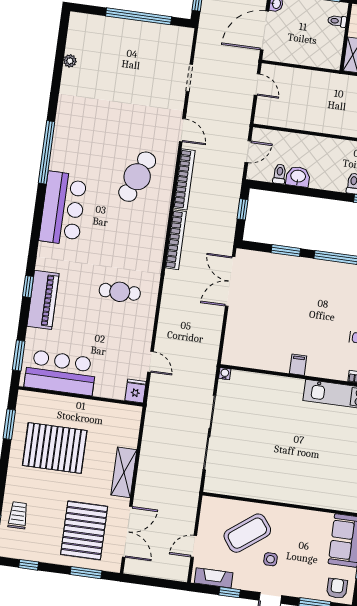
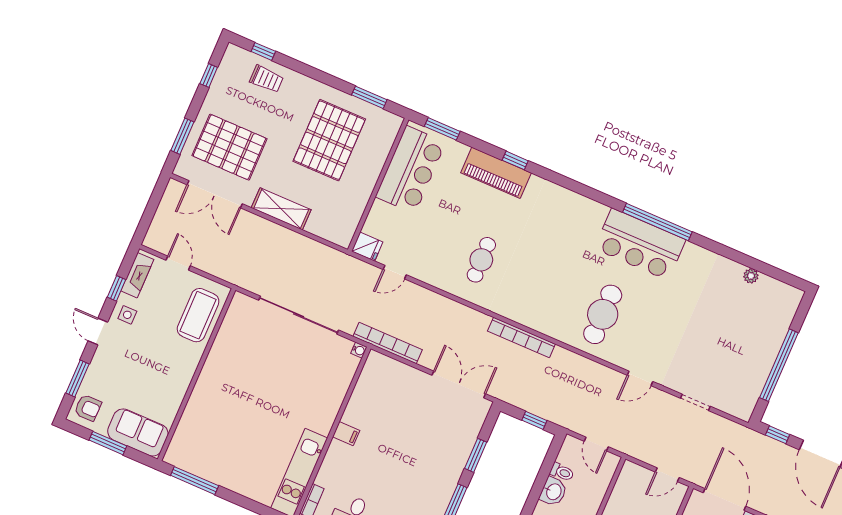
cafe table: (137, 177) -> (603, 314), turned 68
bookcase: (184, 179) -> (388, 343), moved, turned 180
bar counter: (63, 208) -> (640, 244), moved
coffee table: (247, 533) -> (198, 315), moved, turned 37
side table: (270, 559) -> (127, 315), moved

